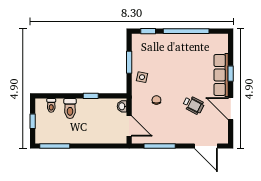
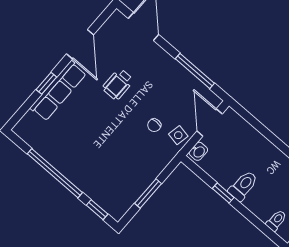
side table: (142, 77) -> (178, 135), moved
wheelchair: (193, 105) -> (118, 84), turned -117
toilet: (70, 108) -> (243, 186), moved

